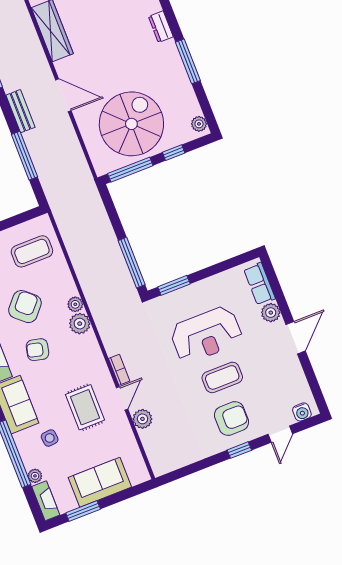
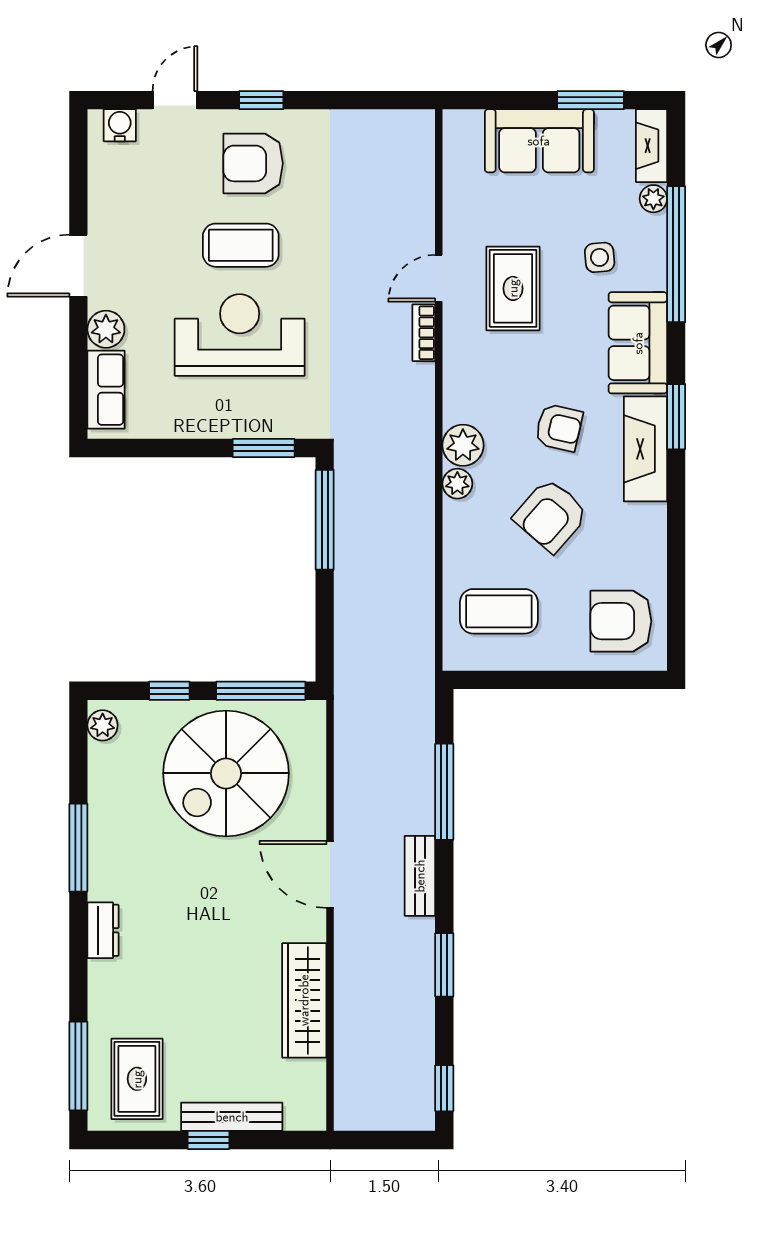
plant: (142, 419) -> (416, 226), removed

